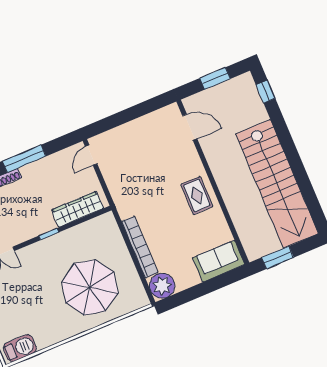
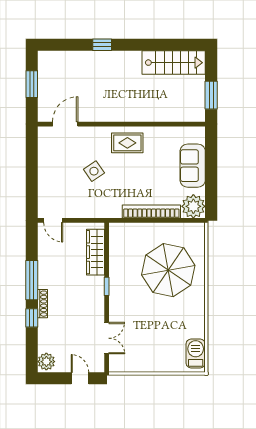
window: (266, 92) -> (102, 45), moved
side table: (156, 175) -> (94, 171), added
stairs: (277, 184) -> (174, 63), width x0.54, depth x0.66
sofa: (219, 261) -> (193, 166), moved

